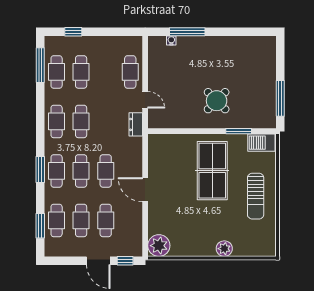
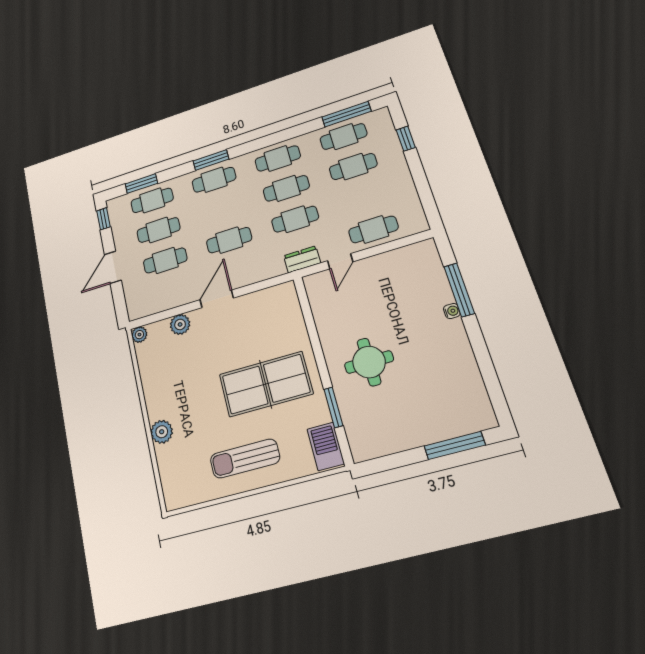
water cooler: (171, 40) -> (452, 311), moved
window: (280, 98) -> (455, 445), moved
round table: (217, 101) -> (369, 362), turned 45
cafe table: (81, 171) -> (295, 219), moved
plant: (155, 220) -> (180, 324), added
plant: (159, 246) -> (139, 335), width x0.53, depth x0.53
window: (125, 261) -> (103, 219), moved

